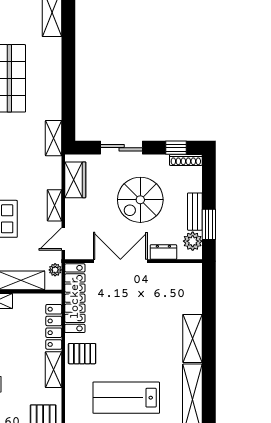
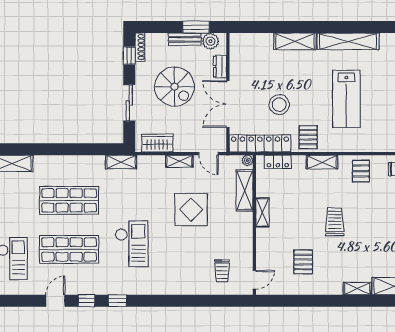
plant: (55, 270) -> (247, 161), moved
stool: (120, 320) -> (279, 105), added
locker: (54, 327) -> (278, 162), width x0.66

